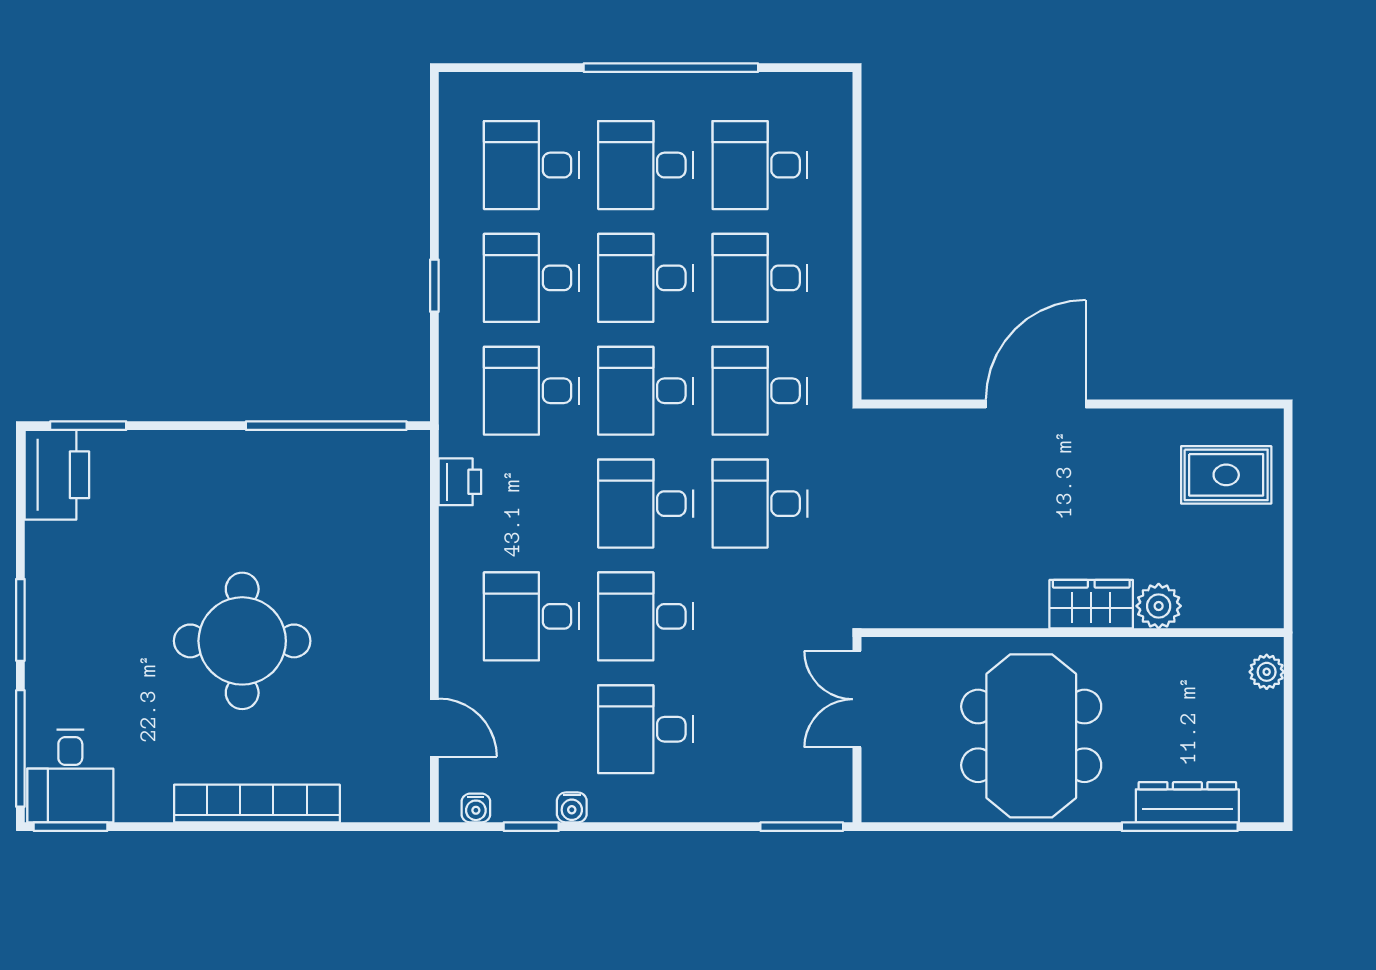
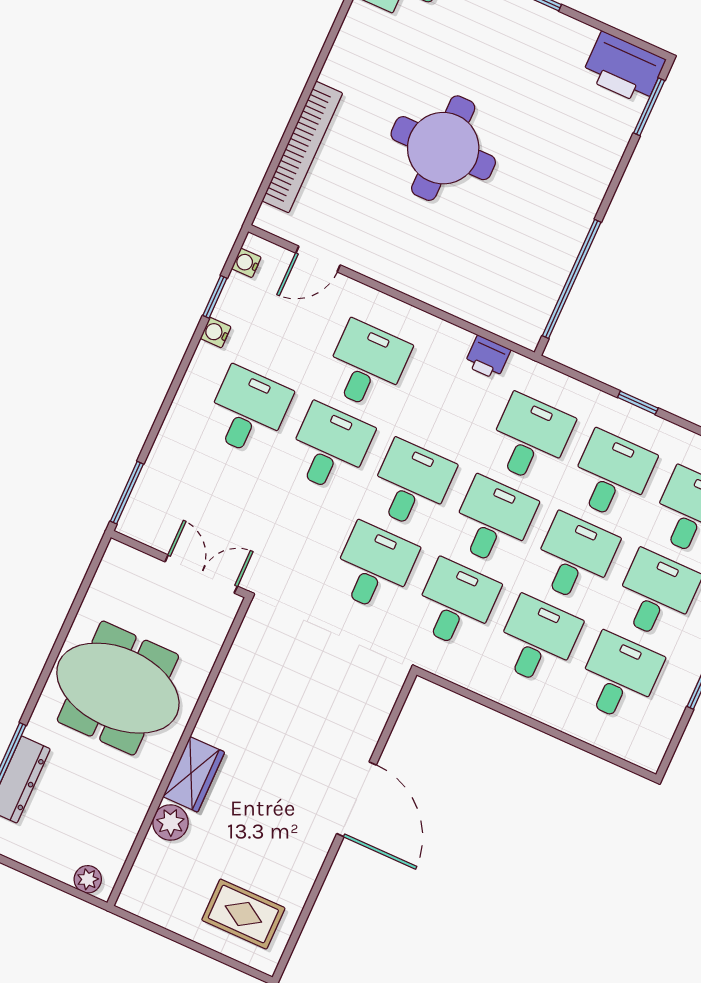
rug: (1226, 475) -> (243, 914), turned 90
bookcase: (257, 803) -> (302, 147), moved

